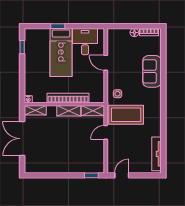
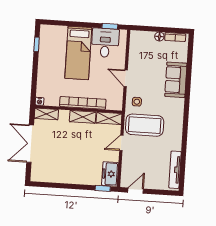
window: (58, 26) -> (110, 26), moved
door: (106, 63) -> (126, 78), moved
freezer: (97, 162) -> (110, 174), added

